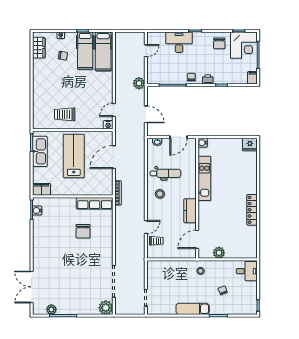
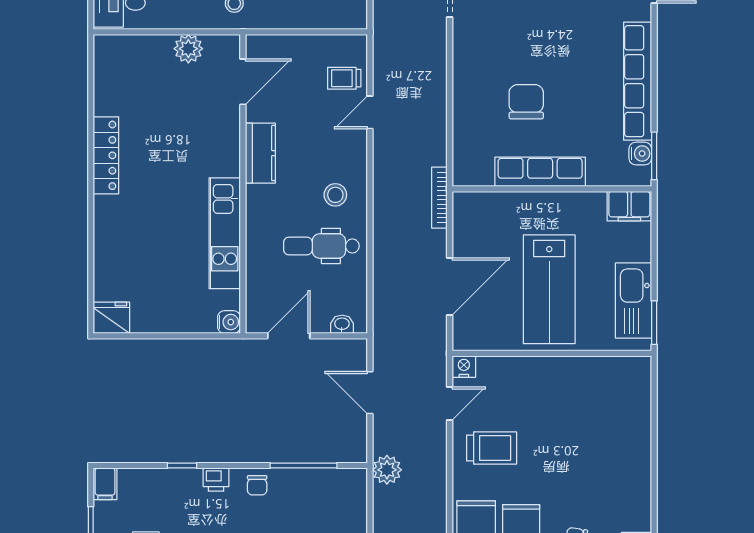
trolley: (65, 114) -> (492, 448), moved
row of seats: (95, 203) -> (540, 172), moved
row of seats: (38, 240) -> (638, 81), added

